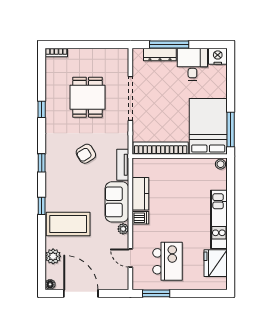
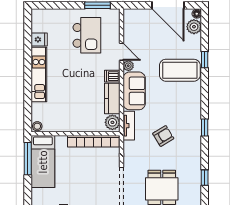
bed: (208, 126) -> (43, 162), width x0.67
plant: (140, 168) -> (112, 122), added
window: (42, 206) -> (205, 60), moved
plant: (53, 256) -> (194, 27), moved
door: (130, 258) -> (122, 52), moved
kitchen island: (168, 261) -> (87, 35), turned 180
fridge: (216, 263) -> (39, 39), width x0.53, depth x0.75

